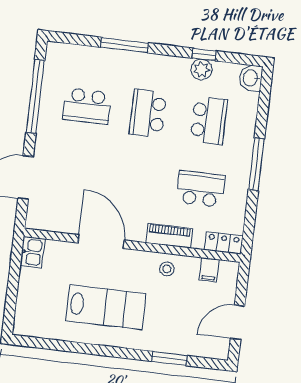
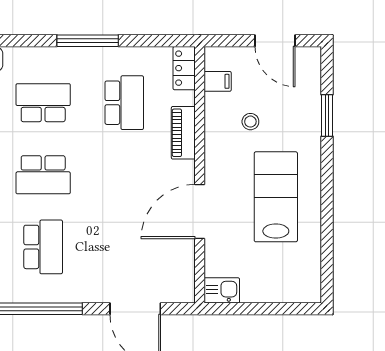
school desk: (201, 189) -> (124, 103), turned 180
stool: (167, 269) -> (250, 122), moved

